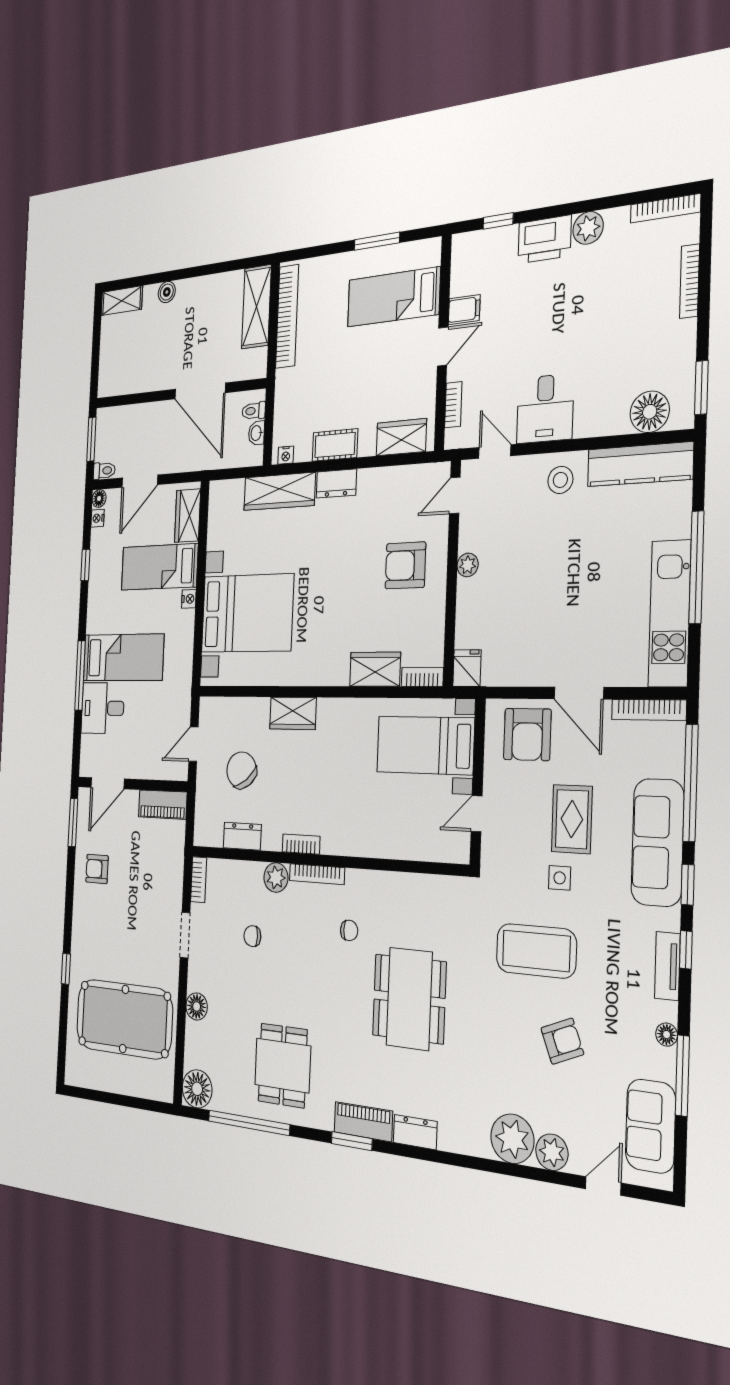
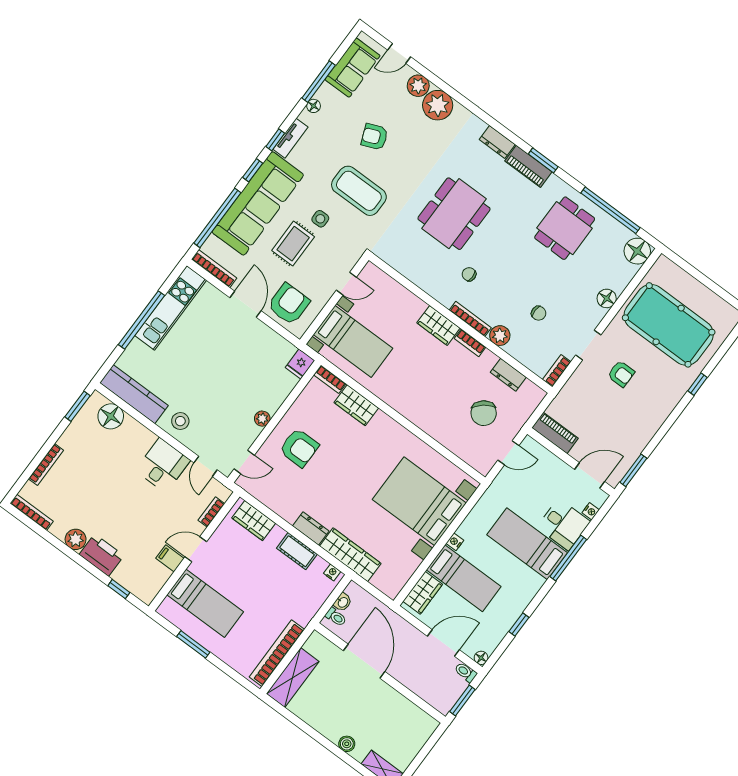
nightstand: (98, 518) -> (591, 511), moved
wardrobe: (293, 713) -> (438, 325), moved, turned 180
sofa: (658, 842) -> (258, 203), width x1.36, depth x1.27
armchair: (97, 869) -> (621, 374), moved

